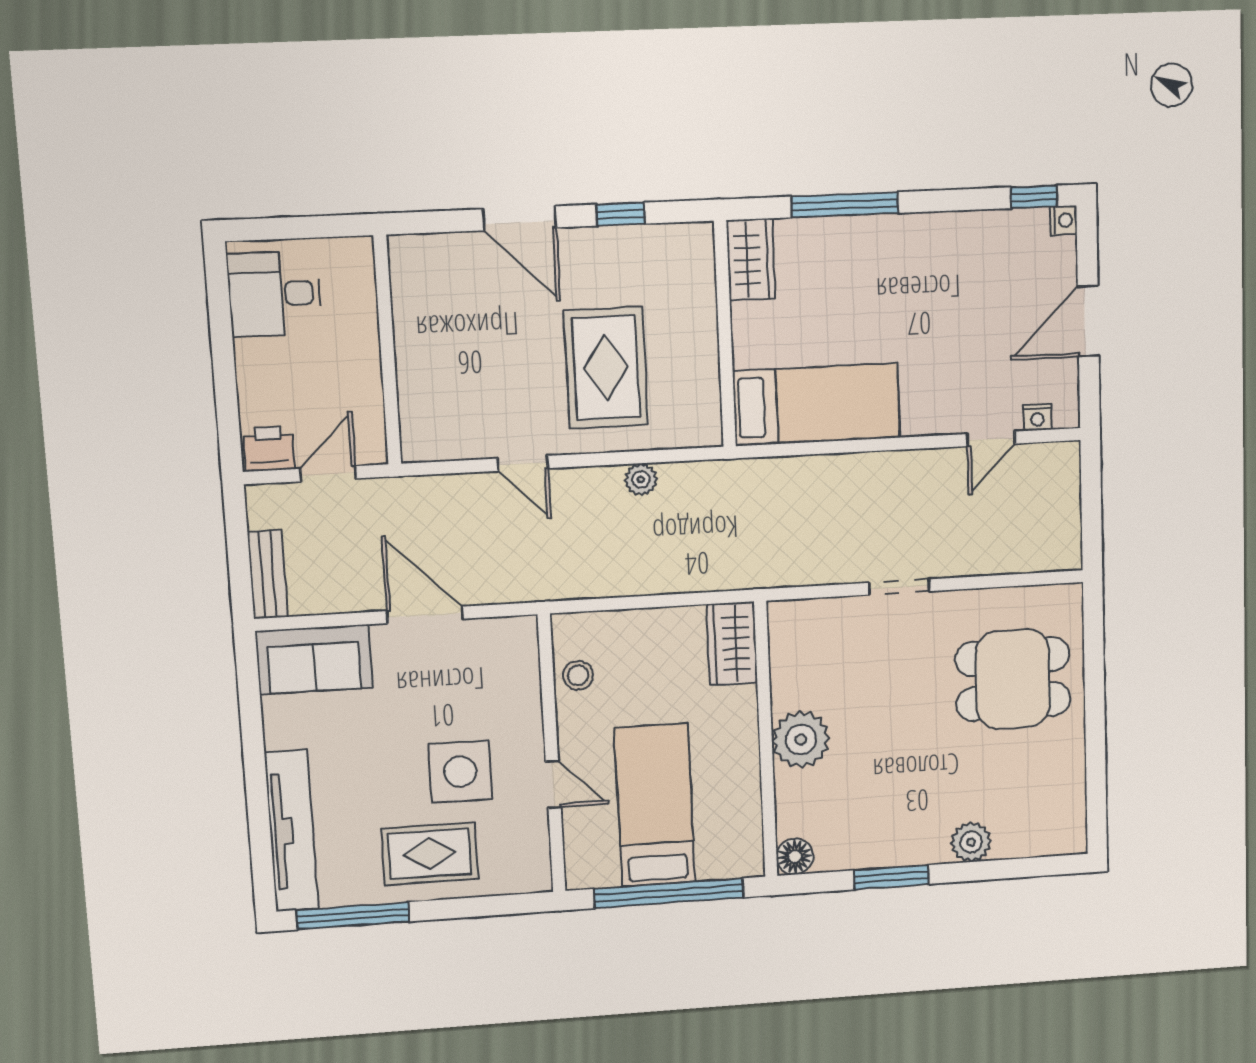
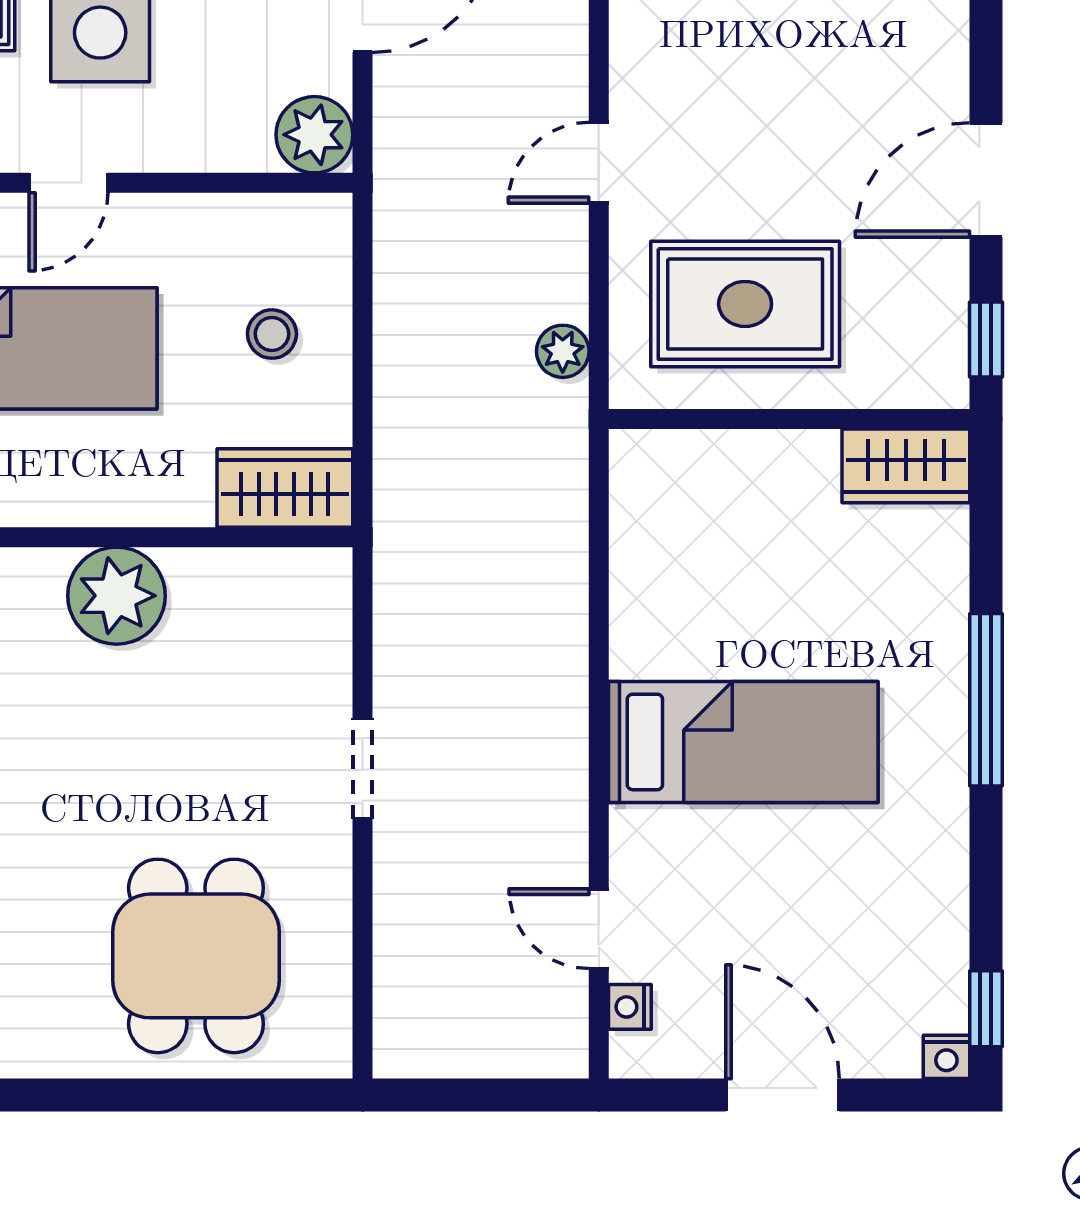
wardrobe: (751, 260) -> (906, 466), moved
wall: (725, 334) -> (789, 419), moved
bed: (817, 405) -> (743, 742), moved, turned -90
plant: (515, 639) -> (314, 135), added
stool: (578, 675) -> (272, 334), moved

